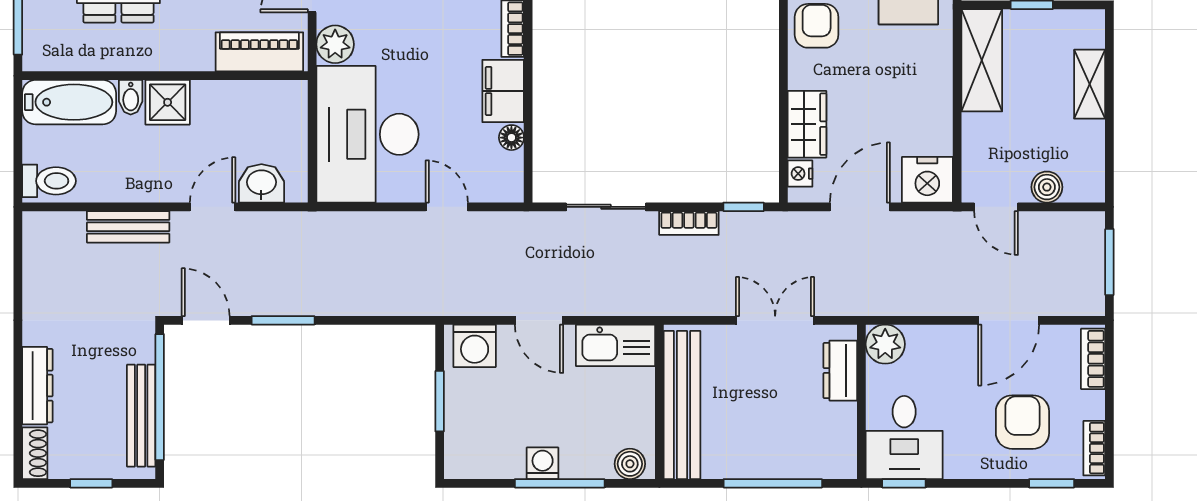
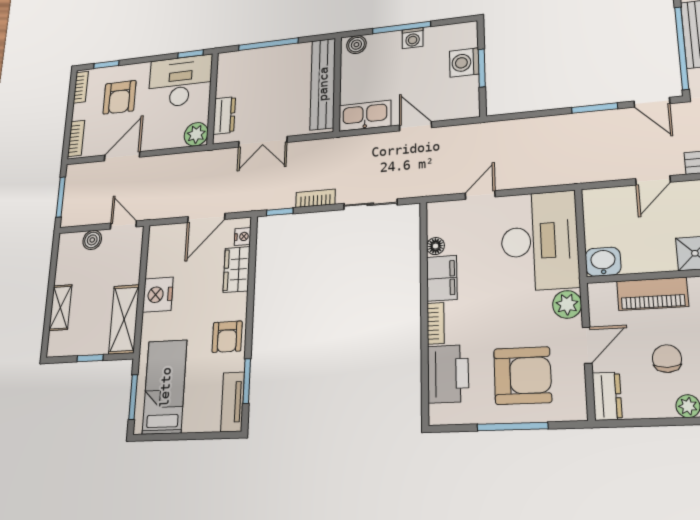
piano: (259, 52) -> (652, 294), moved
nightstand: (927, 180) -> (158, 295), moved, turned -90
washbasin: (261, 183) -> (603, 262), moved, turned 180
door: (447, 207) -> (480, 195), swing flipped
washing machine: (475, 346) -> (464, 63), moved, turned -90
desk: (904, 437) -> (180, 81), width x1.37

